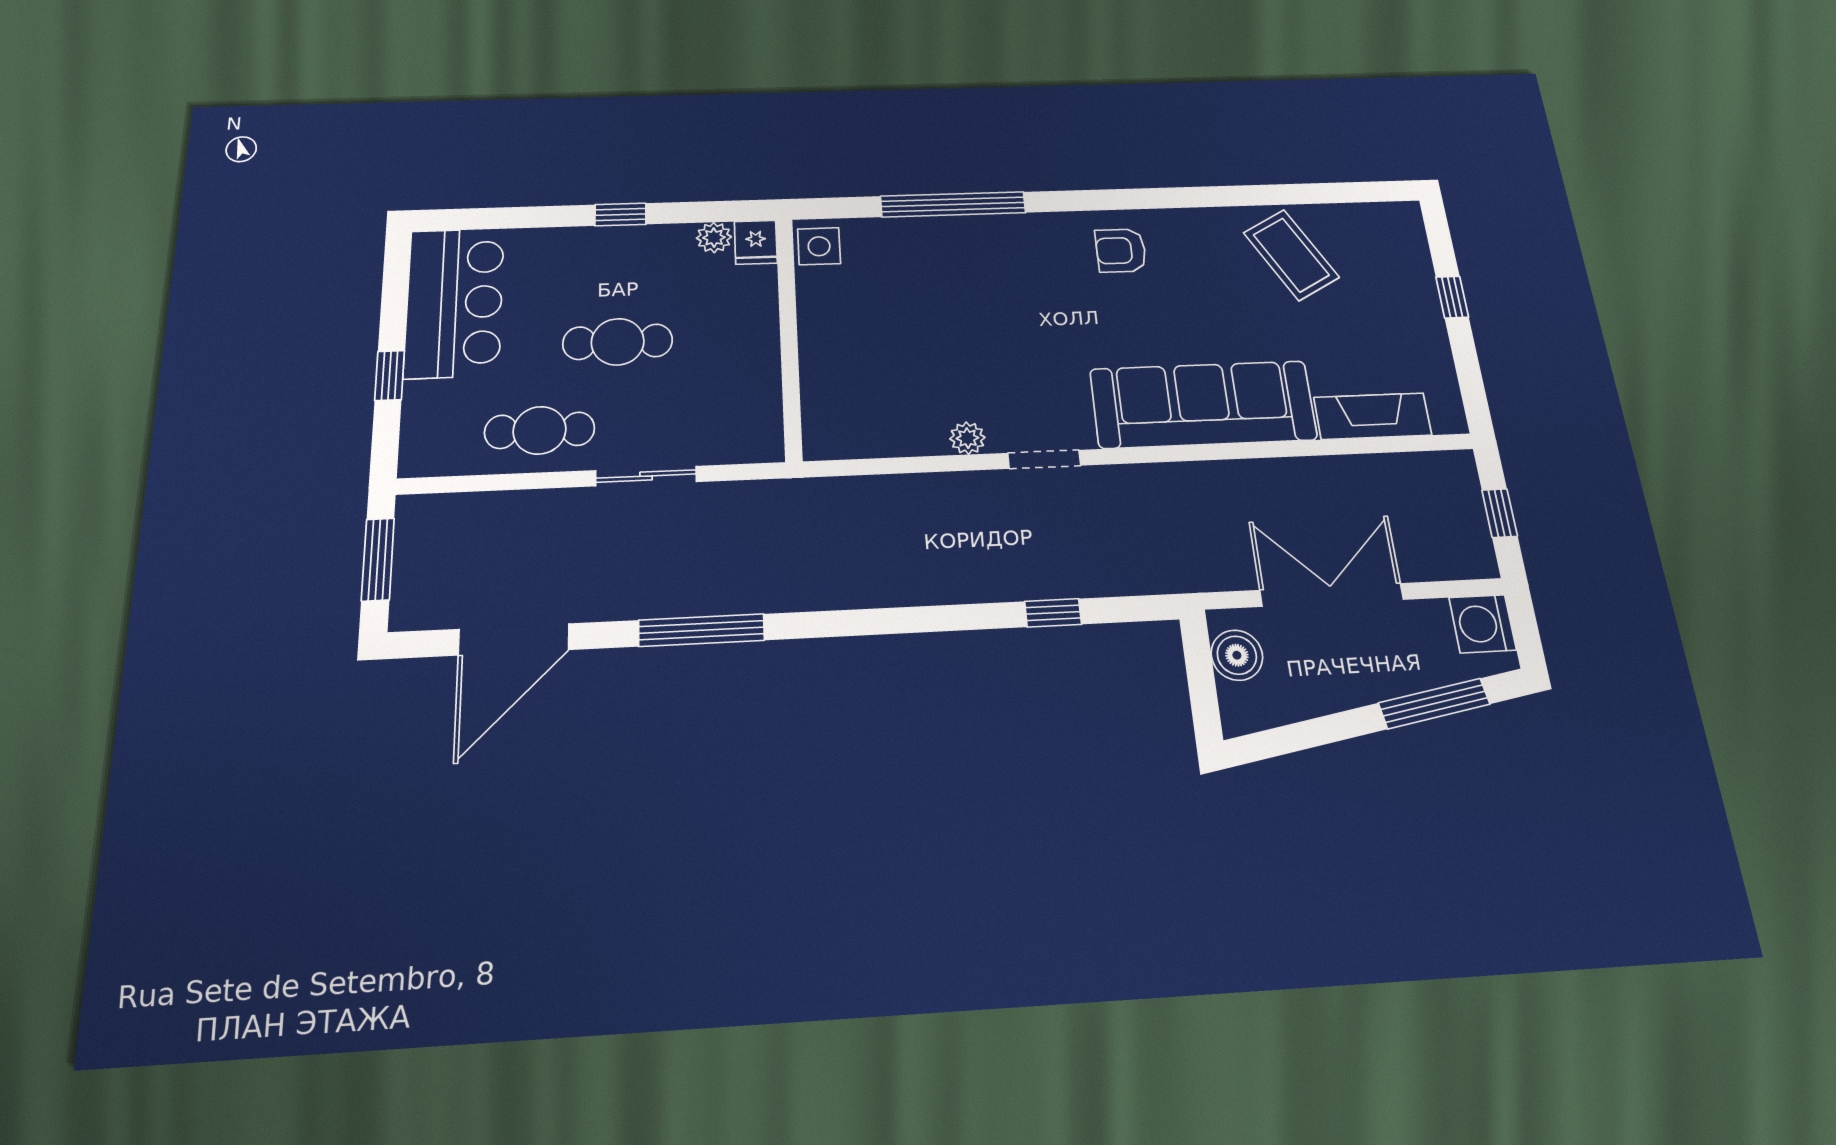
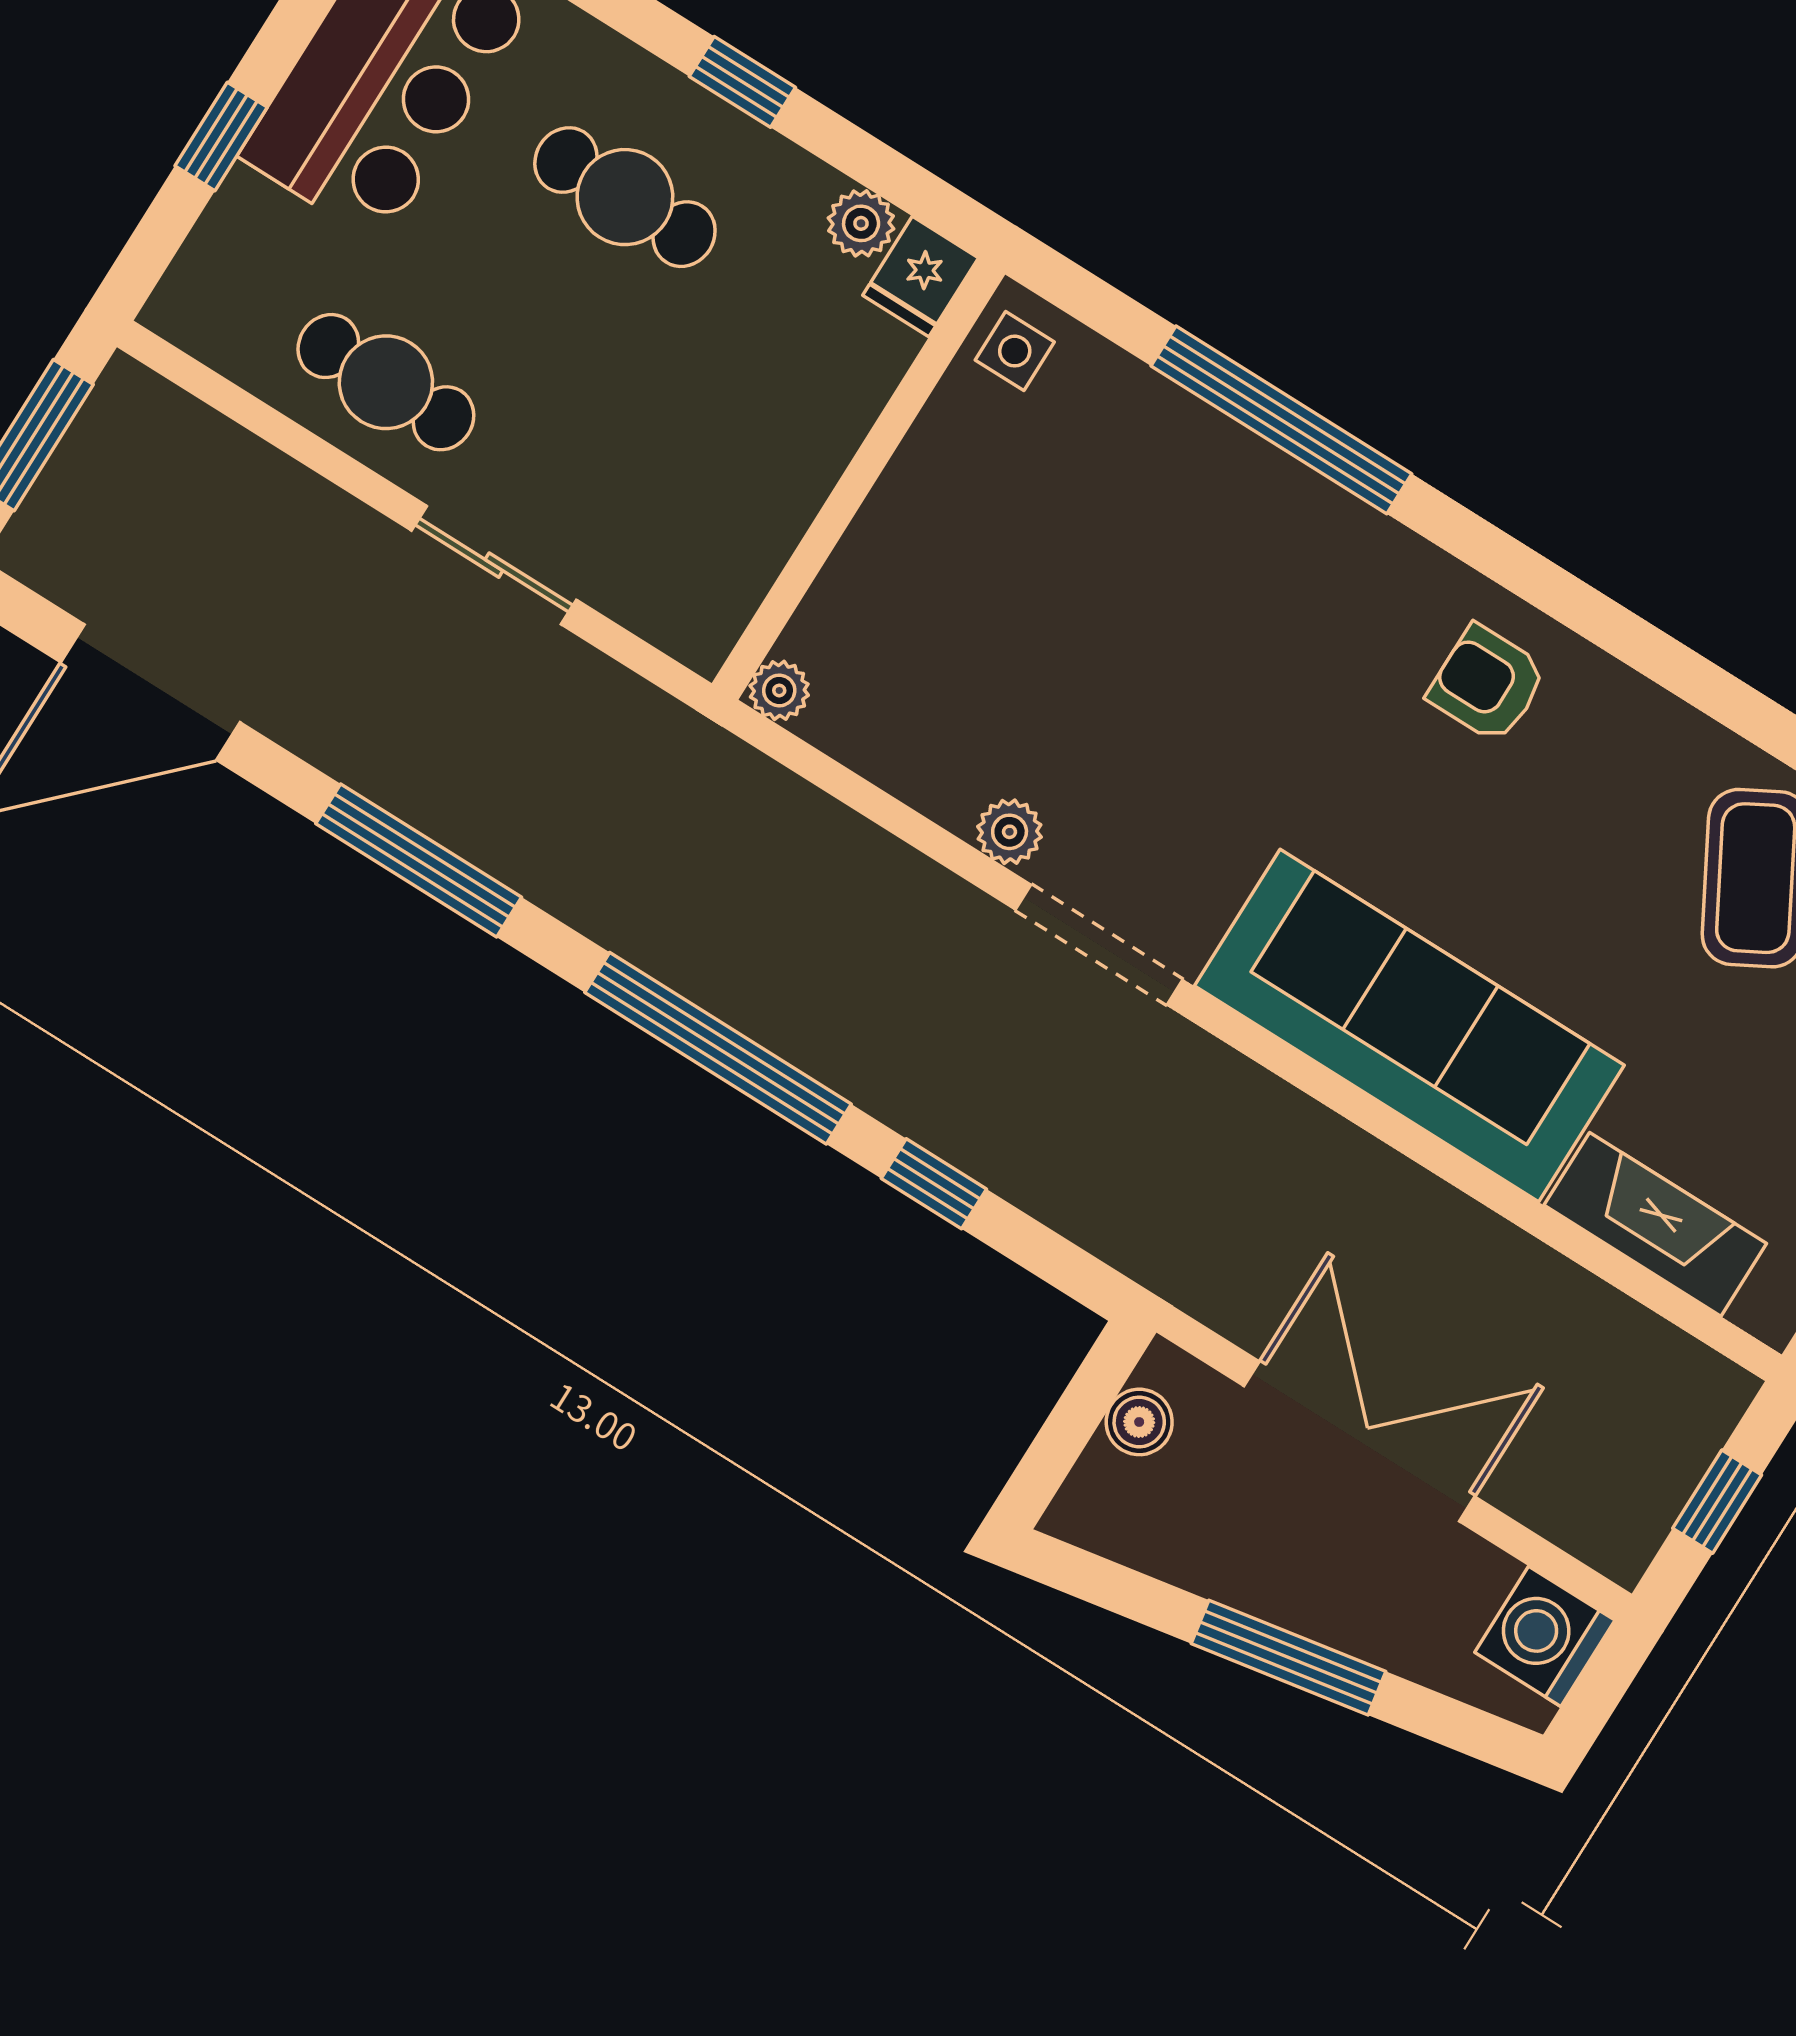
side table: (819, 246) -> (1015, 351), width x0.73, depth x0.73
cafe table: (618, 342) -> (625, 197), moved
plant: (819, 446) -> (779, 690), added
doorway: (1044, 459) -> (1099, 945), width x1.38
window: (907, 620) -> (718, 1048), added
boiler: (1237, 655) -> (1139, 1422), width x0.73, depth x0.73
window: (1434, 704) -> (1288, 1658), moved

